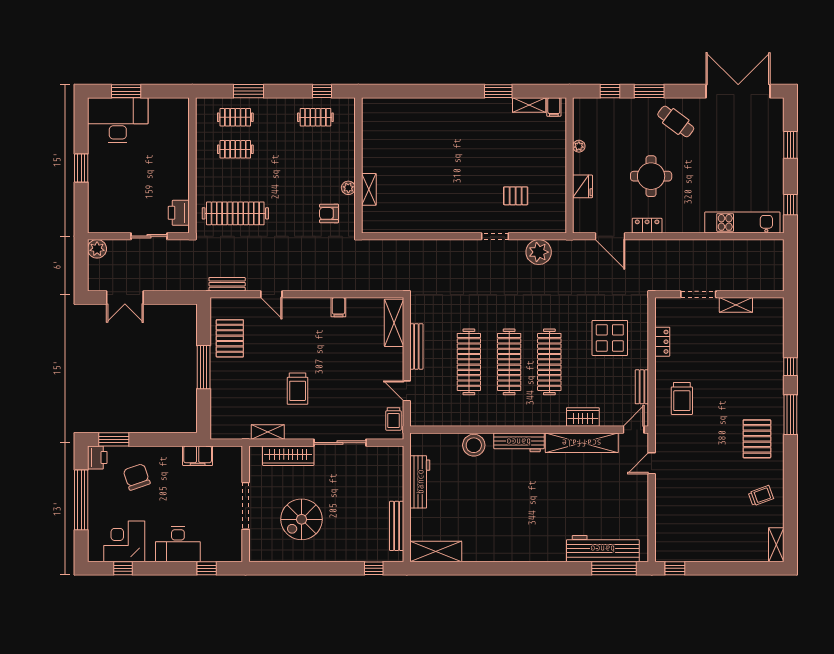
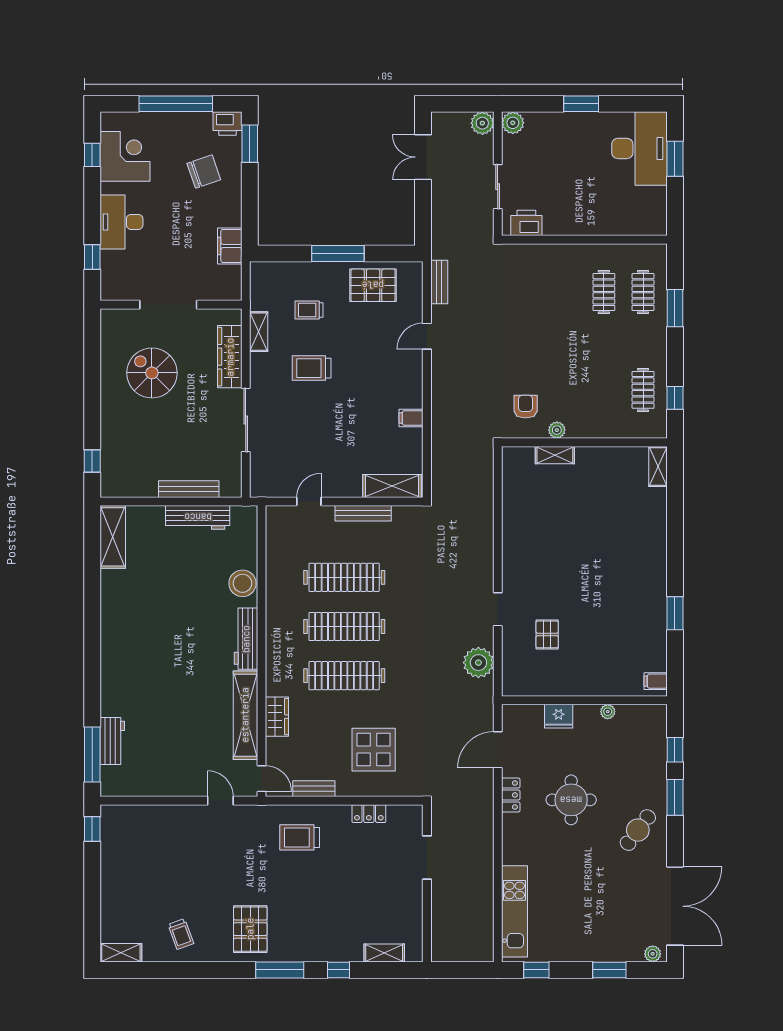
shelving: (529, 105) -> (658, 466), moved
plant: (777, 109) -> (653, 954), added
clothes rail: (235, 213) -> (526, 292), removed
plant: (97, 224) -> (513, 123), added
shelving: (736, 305) -> (384, 953), moved, turned 90
trolley: (394, 419) -> (309, 310), moved
pallet: (757, 439) -> (250, 929), turned 90
bench: (397, 526) -> (189, 489), moved
workbench: (603, 549) -> (112, 741), width x0.53, depth x0.76

